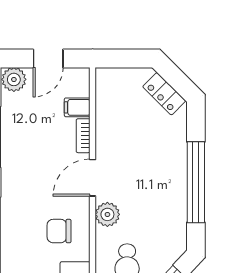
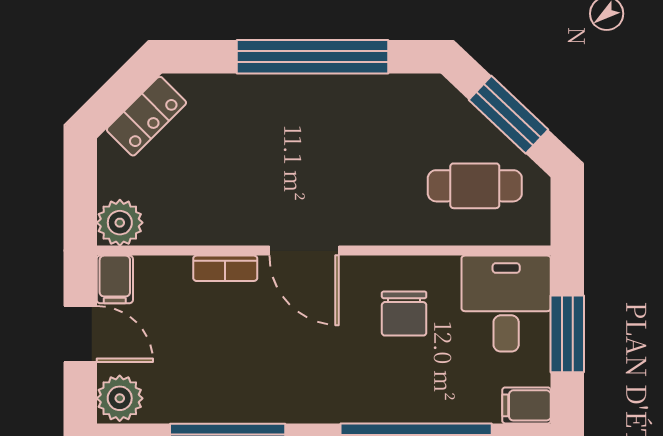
filing cabinet: (77, 107) -> (115, 279), moved
plant: (107, 214) -> (120, 223), moved

